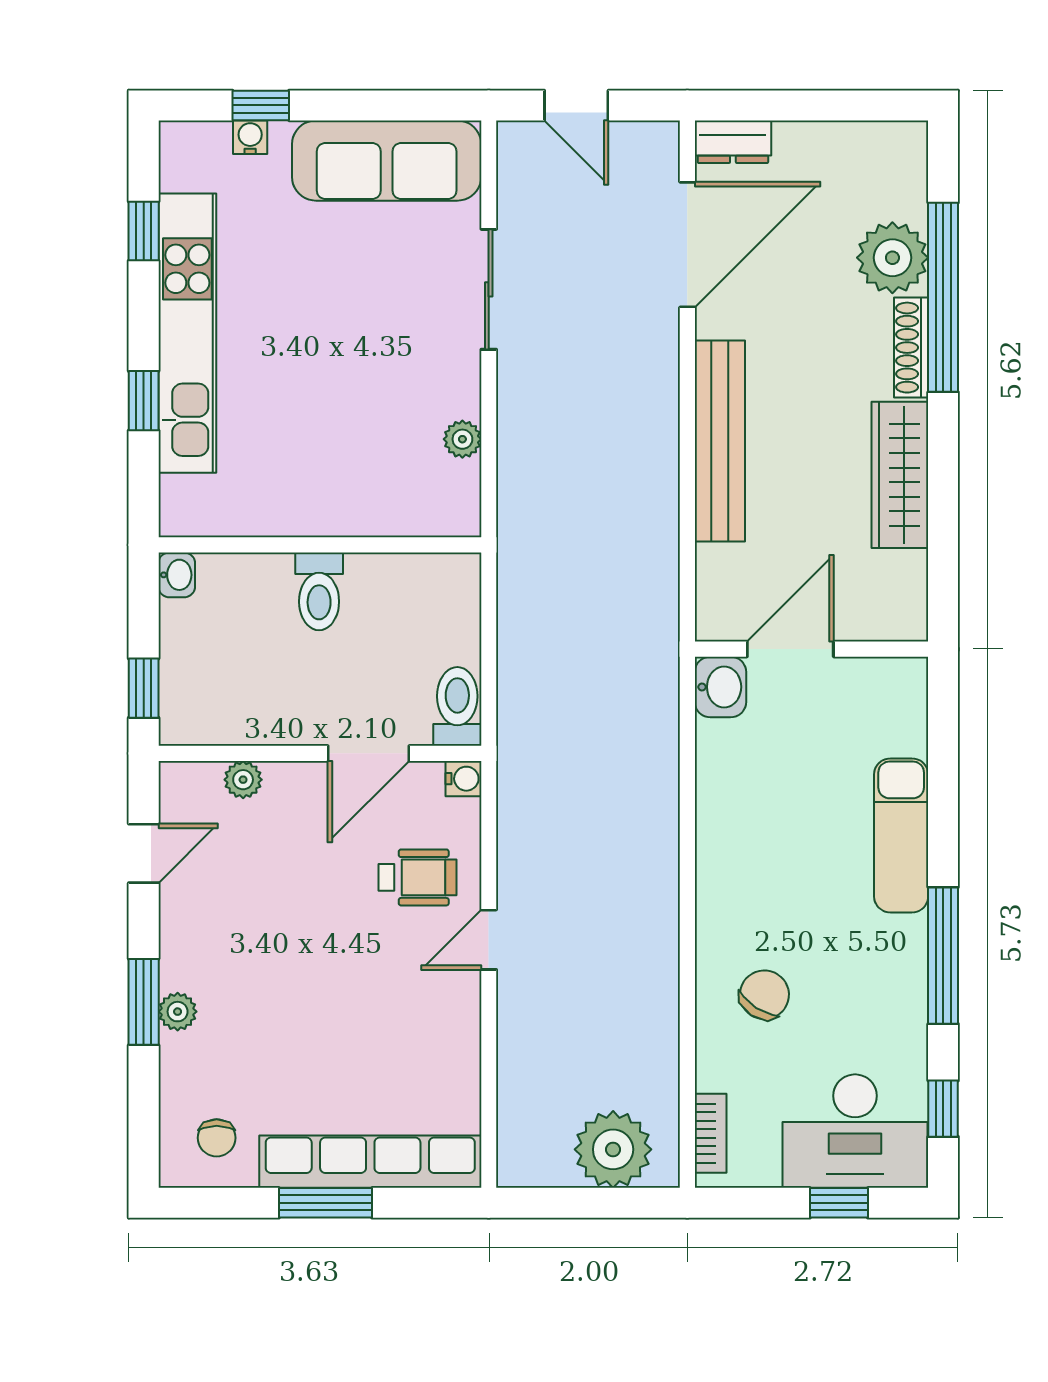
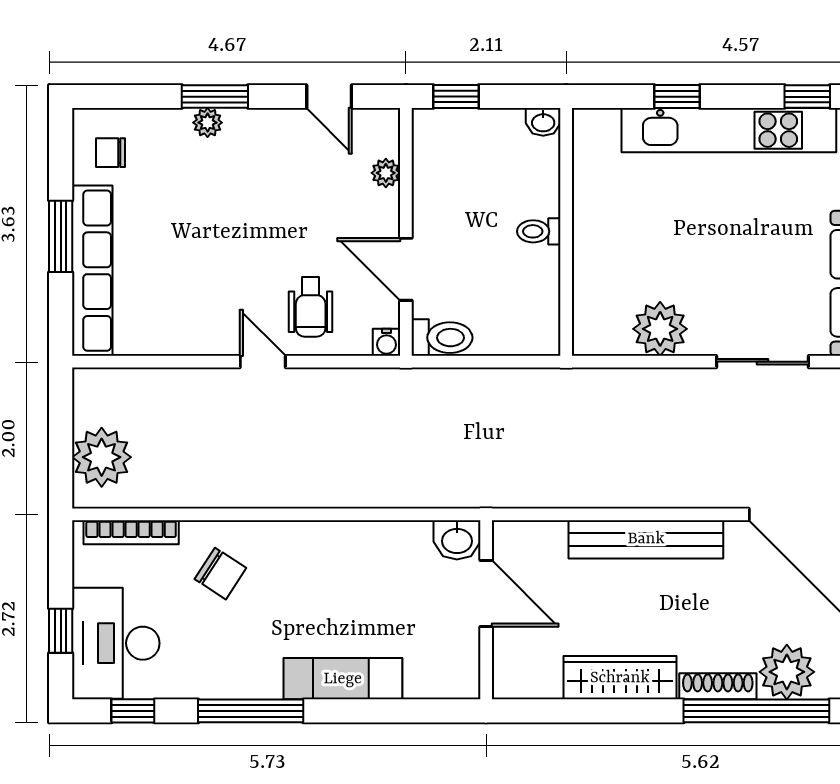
plant: (462, 439) -> (660, 329), width x1.88, depth x1.88
toilet: (319, 591) -> (539, 231), width x0.73, depth x0.72
bookcase: (711, 1133) -> (131, 532), width x1.56

